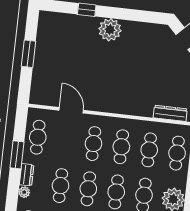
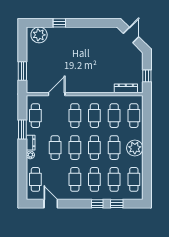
plant: (110, 30) -> (39, 35), moved
window: (29, 54) -> (22, 71), moved
door: (71, 110) -> (57, 94), hinge flipped

